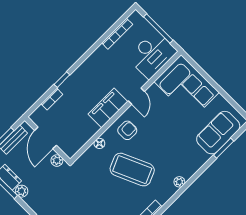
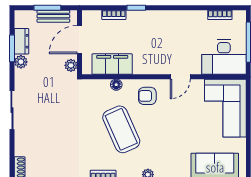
bookcase: (117, 34) -> (220, 15), width x0.64
filing cabinet: (108, 108) -> (112, 64), moved
armchair: (127, 130) -> (147, 96), turned 180

